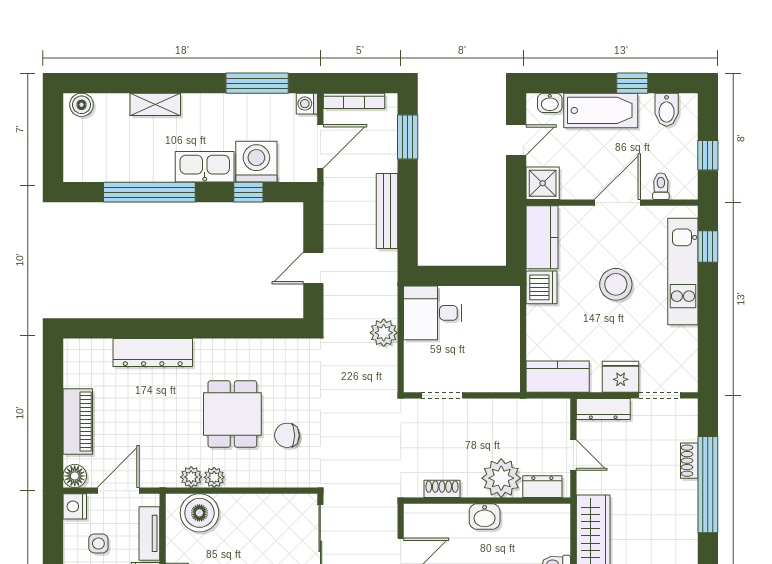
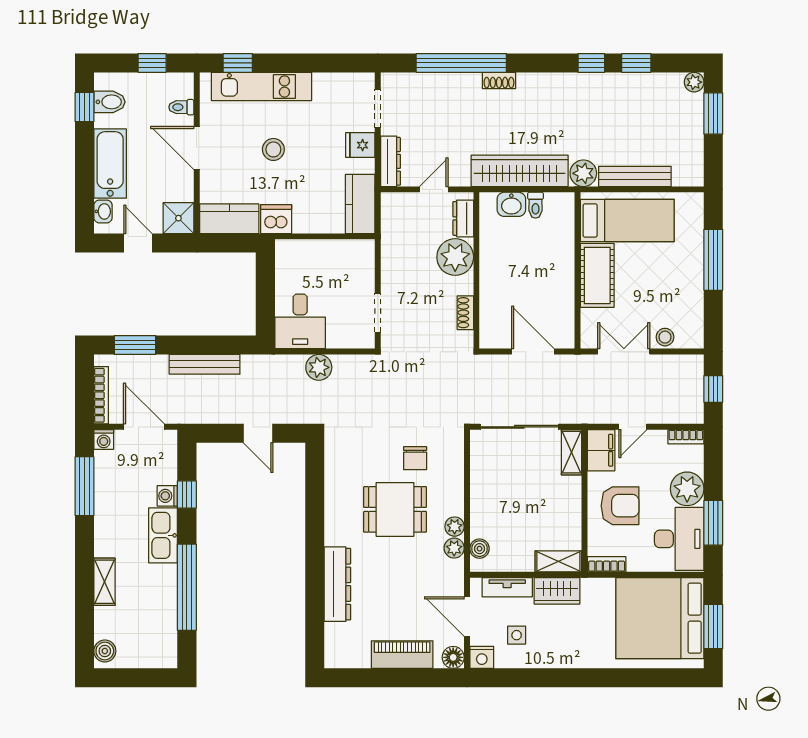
window: (632, 83) -> (84, 107), moved
washing machine: (256, 162) -> (167, 496), width x0.53, depth x0.53
stool: (616, 284) -> (273, 149), width x0.73, depth x0.73
fridge: (621, 377) -> (360, 145), width x0.72
shoe rack: (689, 461) -> (499, 80), moved
boiler: (199, 513) -> (479, 549), width x0.54, depth x0.54
washbasin: (485, 517) -> (511, 204), moved, turned 90

